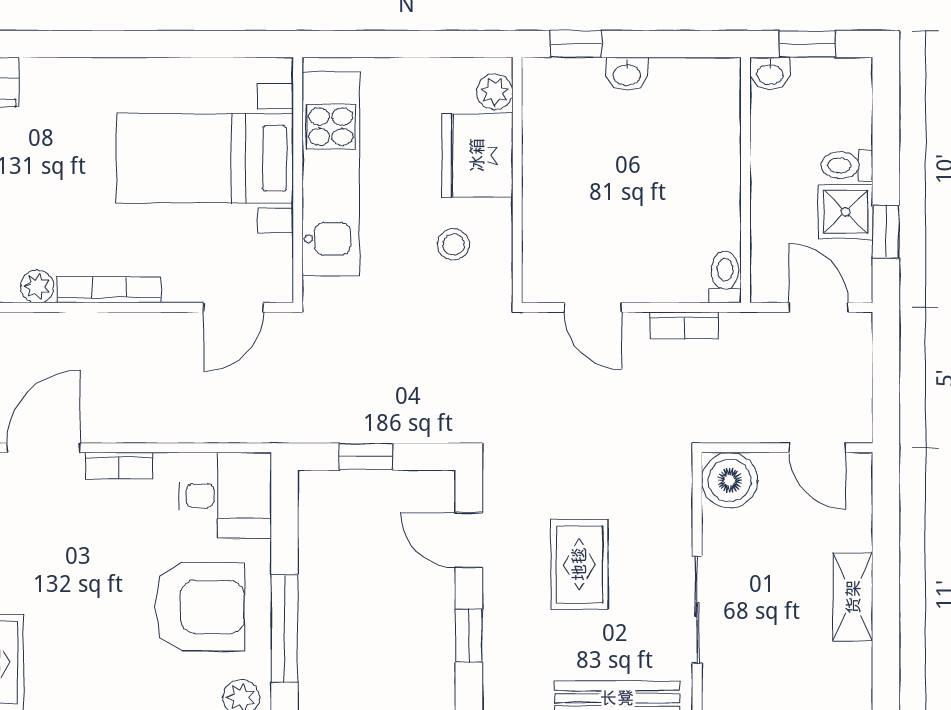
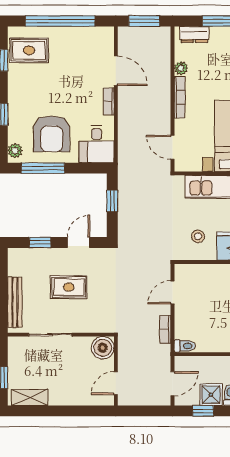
shelving: (853, 597) -> (30, 397), moved

